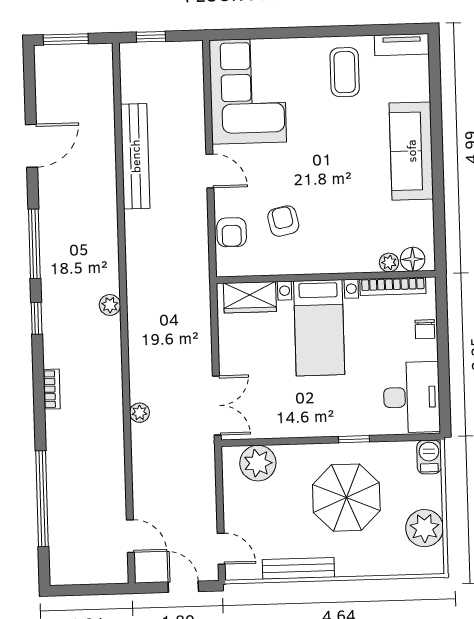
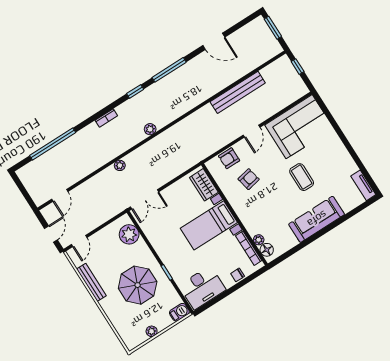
coffee table: (345, 72) -> (302, 177), moved, turned 90
plant: (110, 305) -> (150, 129), moved
plant: (425, 528) -> (152, 331), width x0.53, depth x0.53

